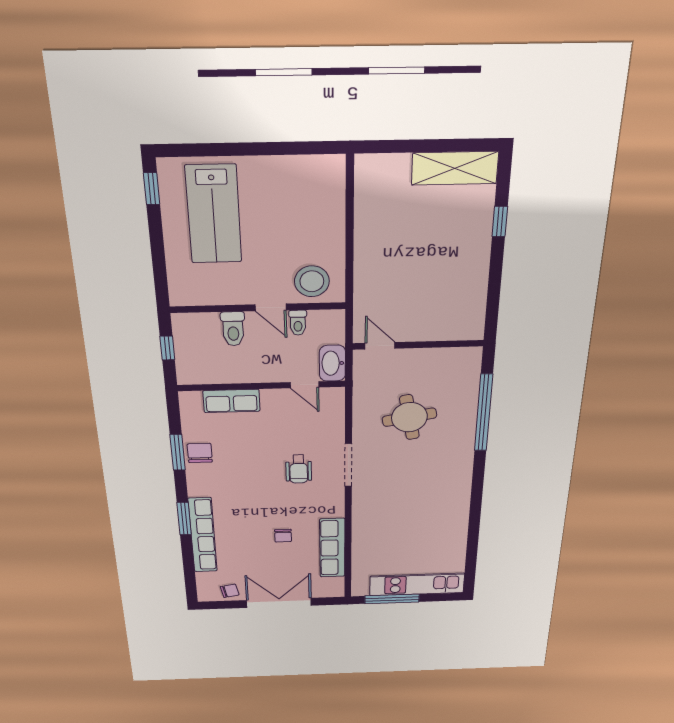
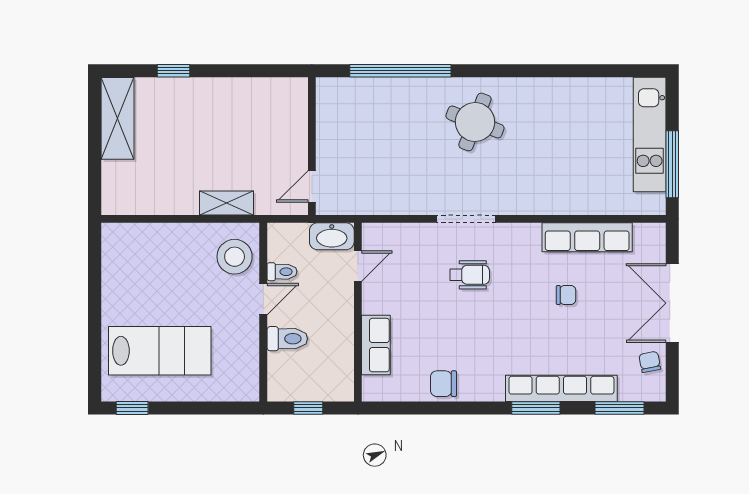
shelving: (365, 273) -> (226, 203), added
round table: (409, 417) -> (475, 122), moved, turned 31
window: (178, 452) -> (620, 408), moved

